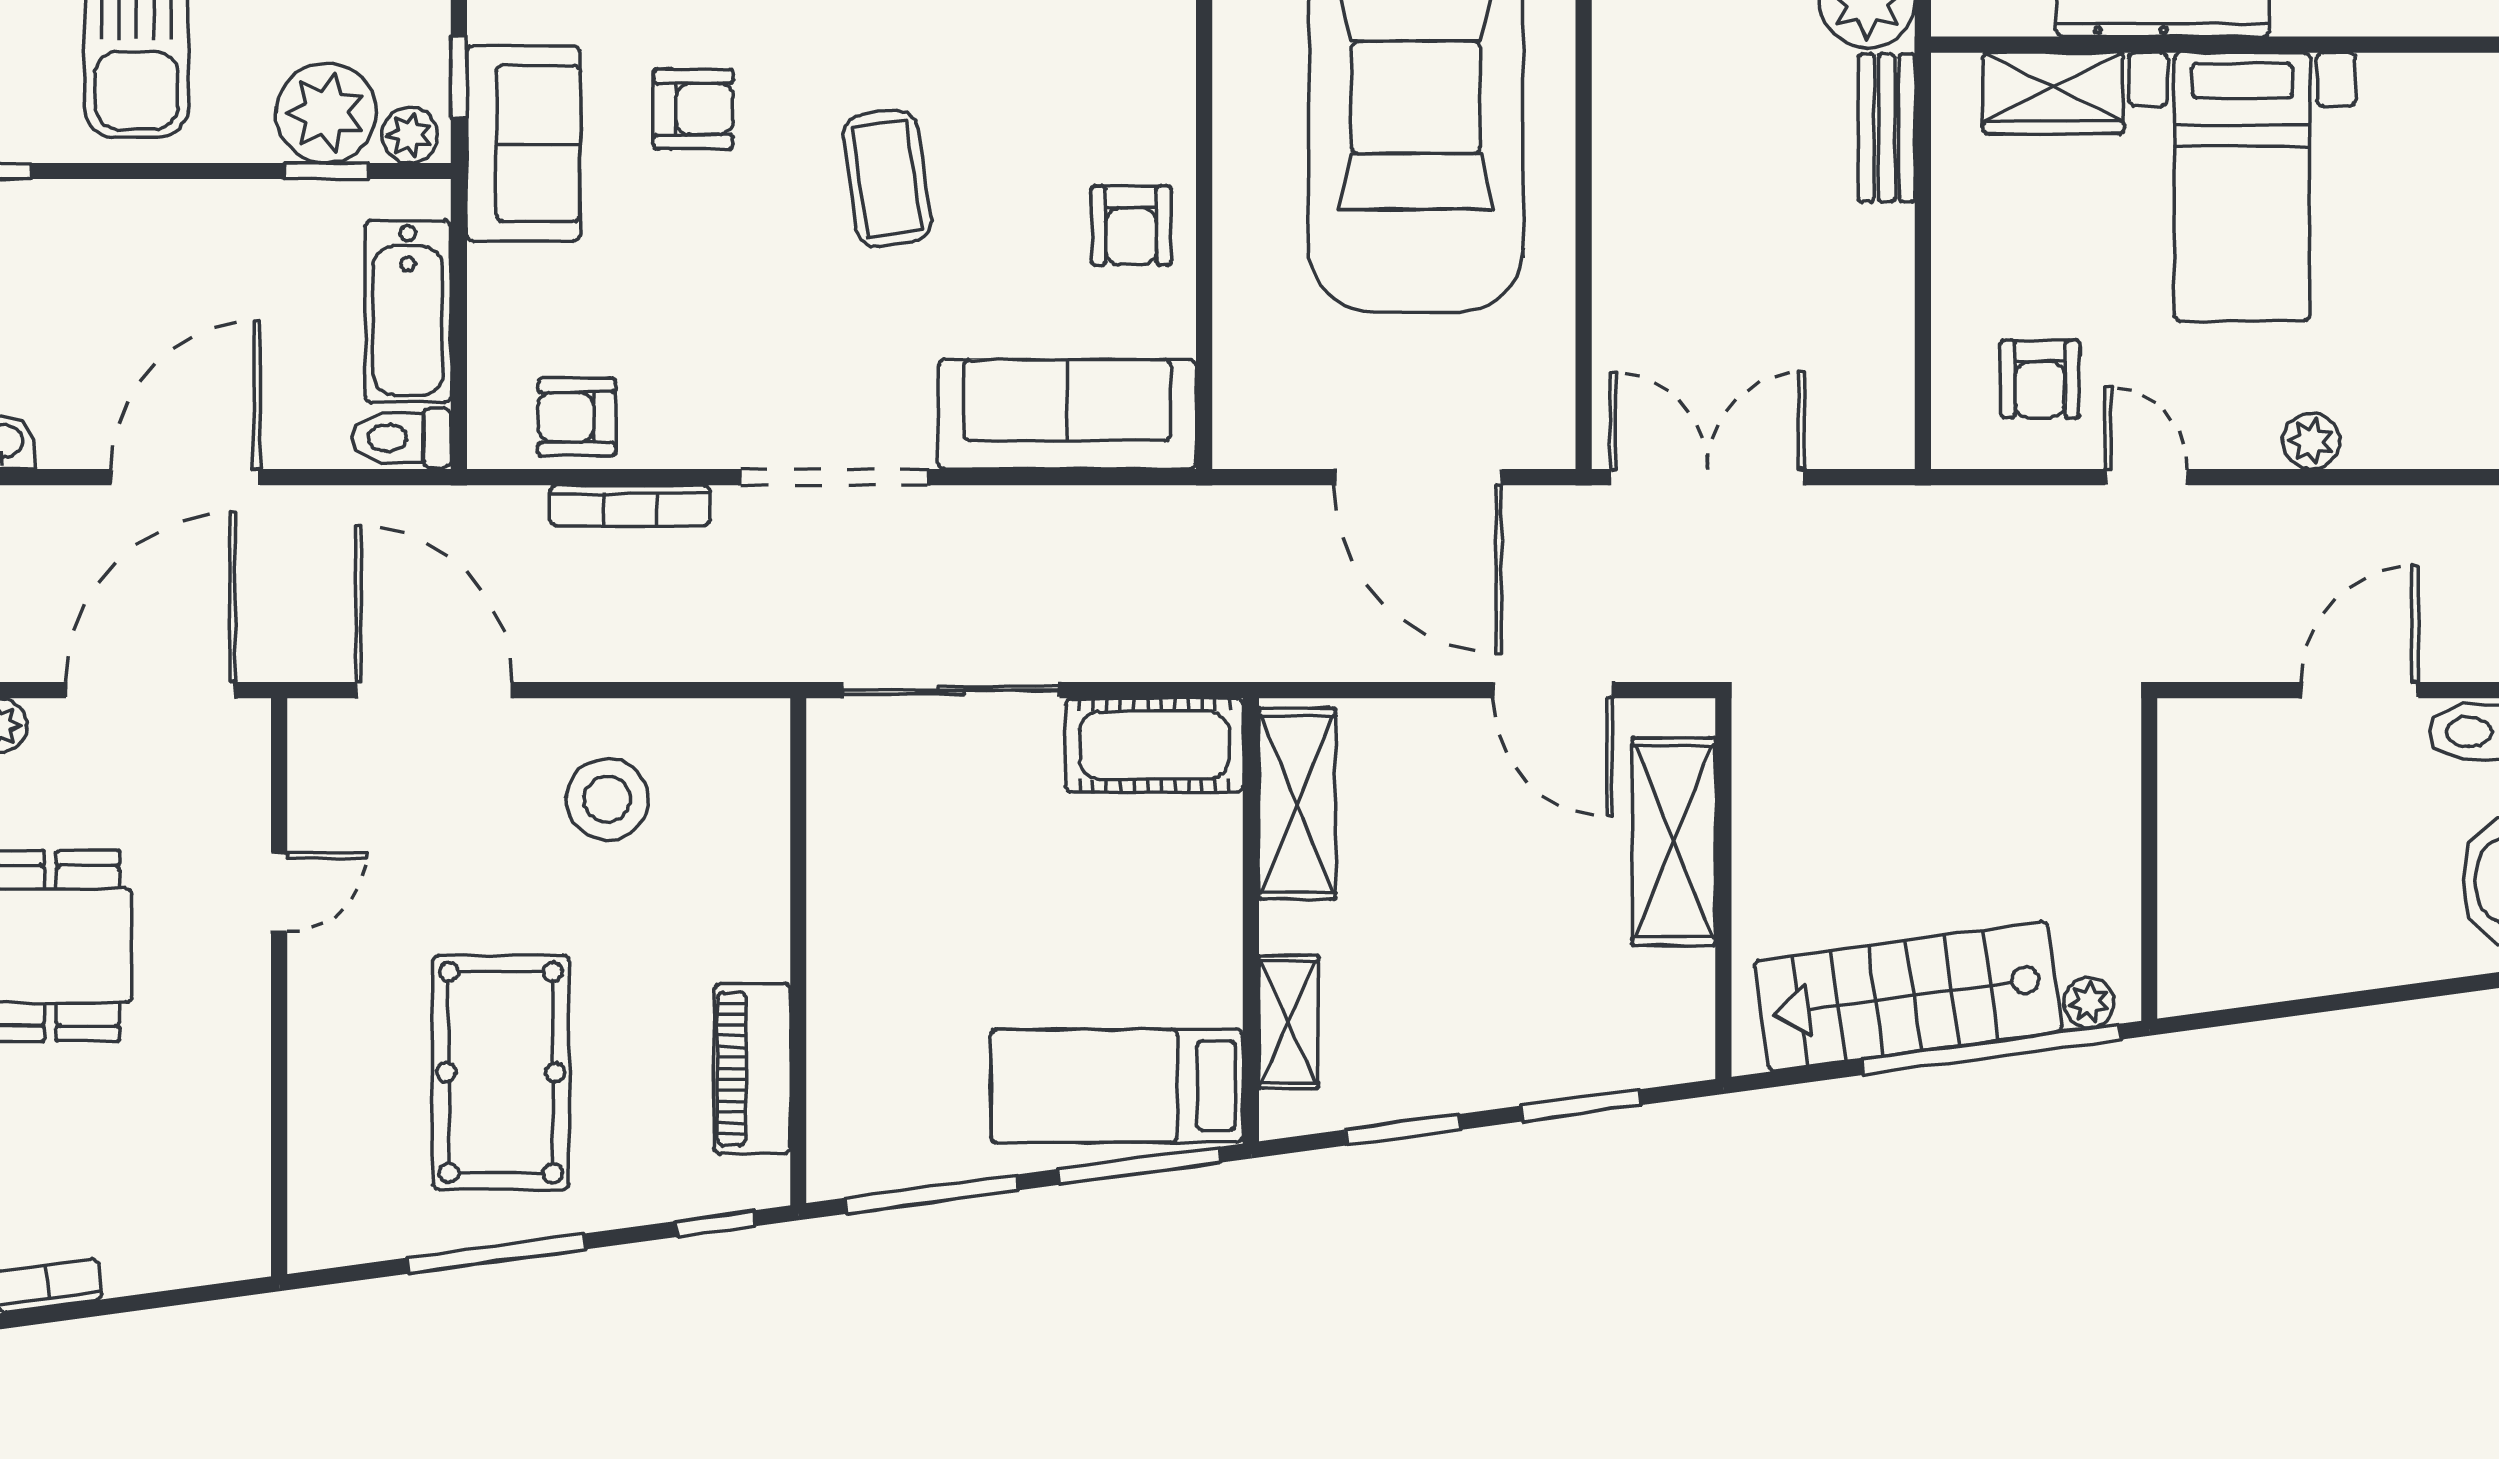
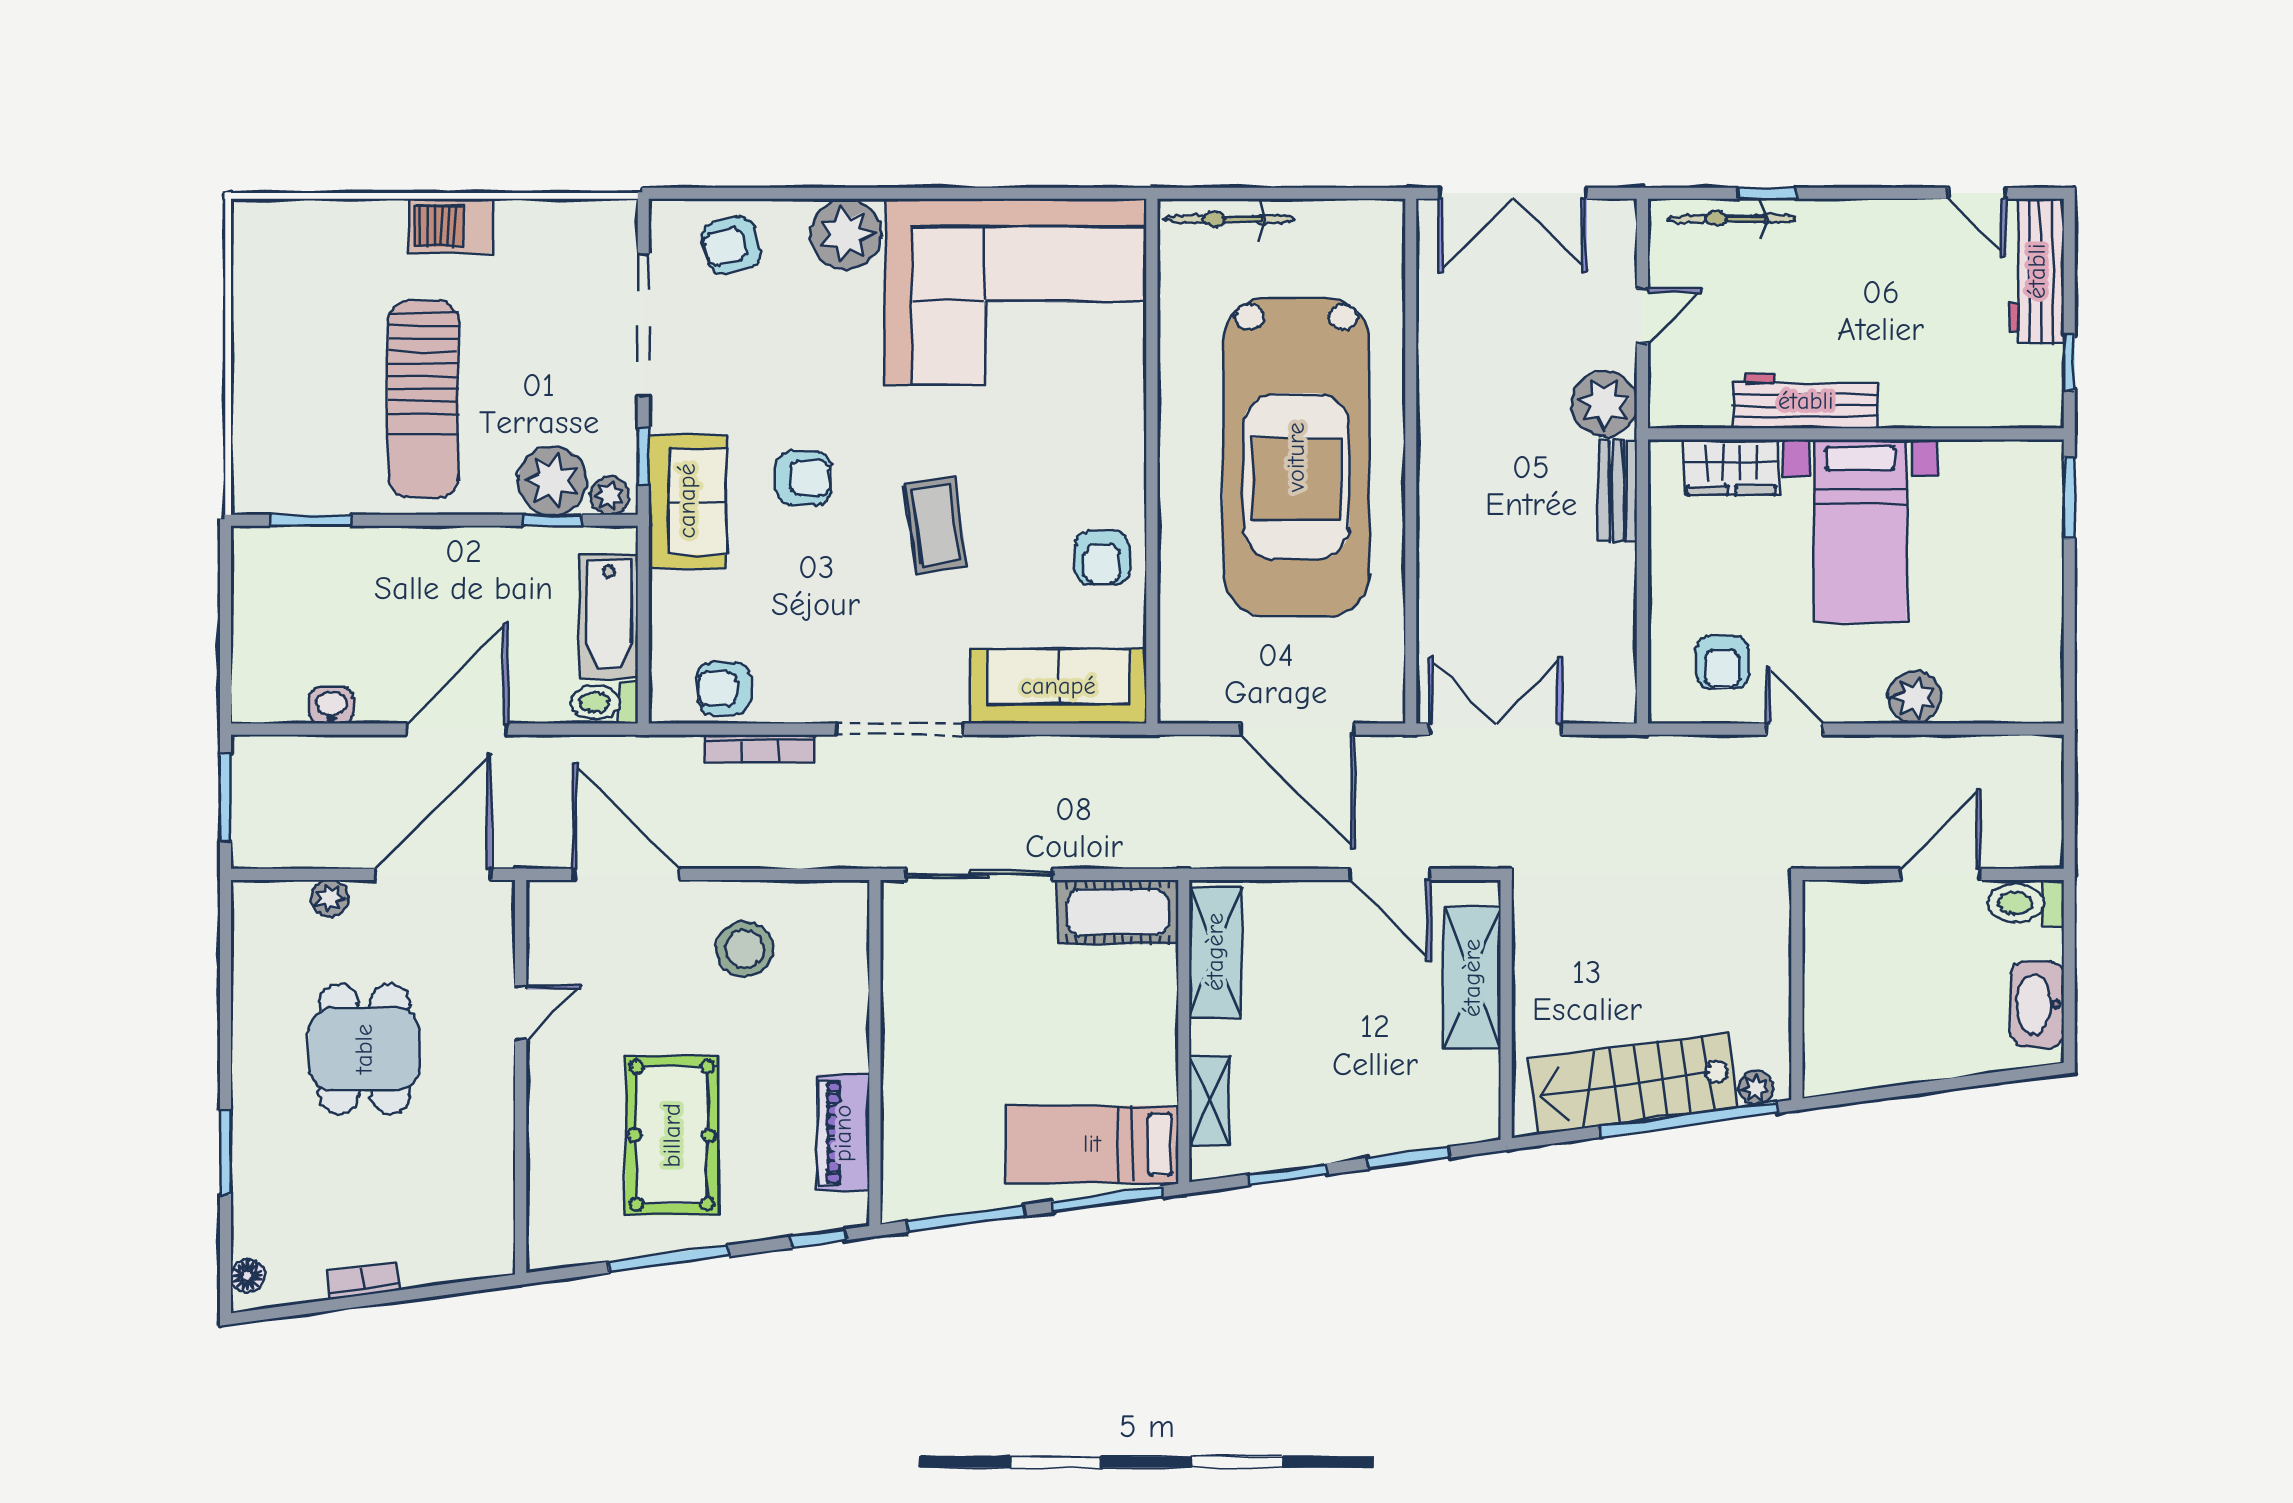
plant: (2311, 441) -> (1914, 697), width x1.38, depth x1.38

